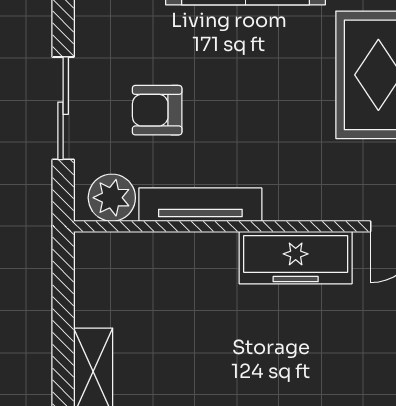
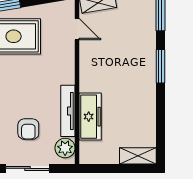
freezer: (296, 258) -> (90, 117), moved

